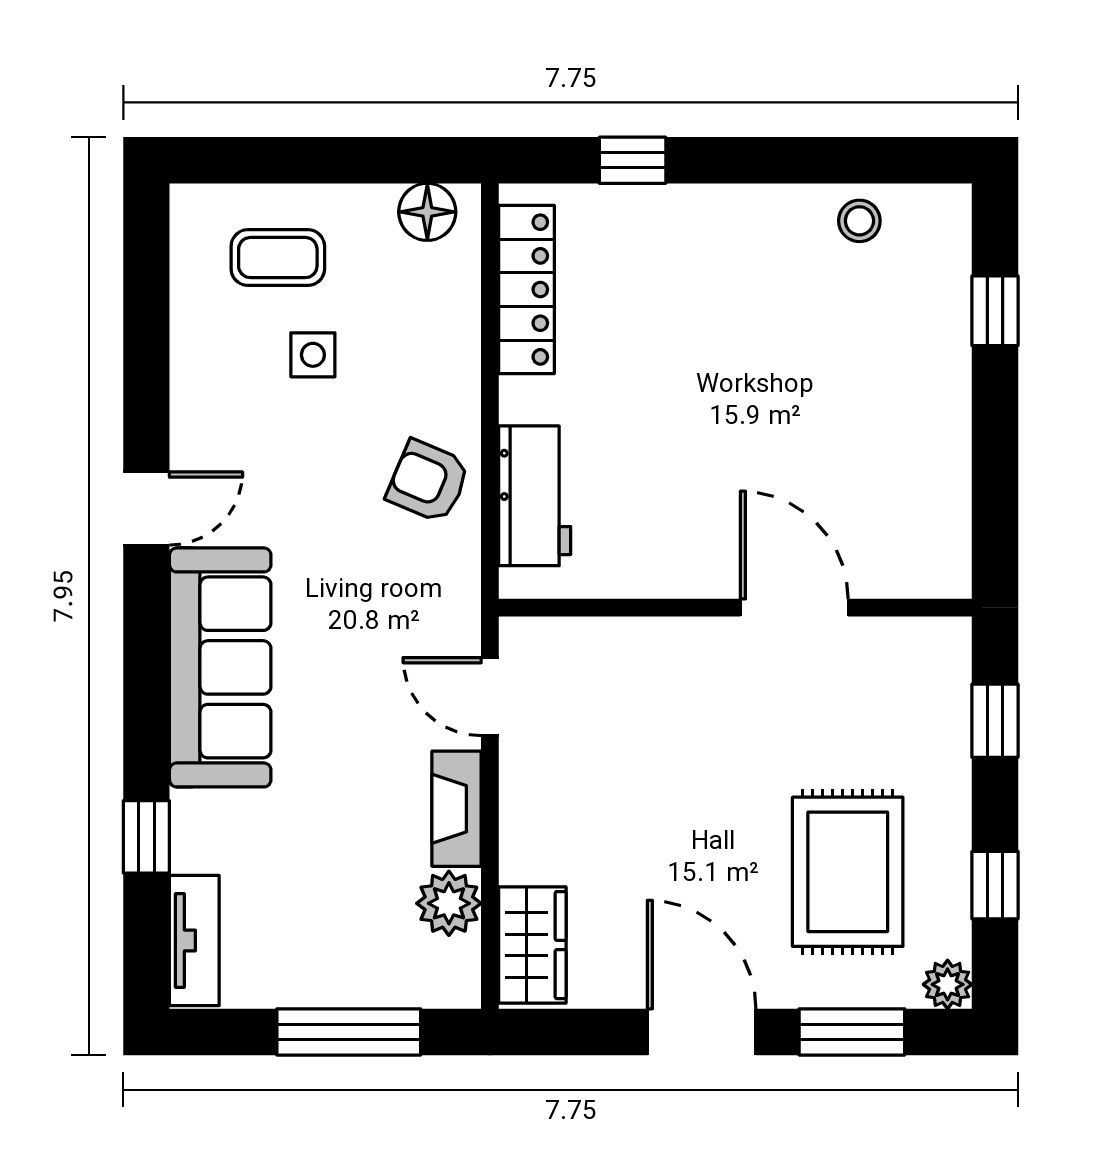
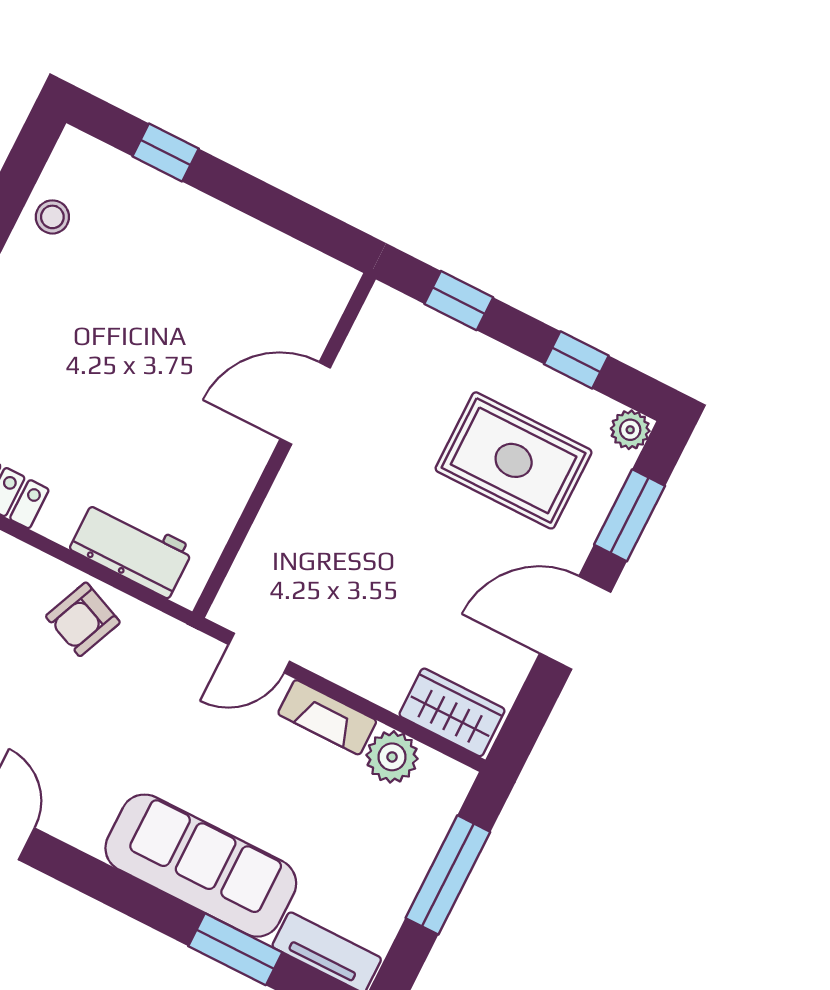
sofa: (220, 667) -> (201, 866), moved
window: (146, 837) -> (235, 949), width x1.50

